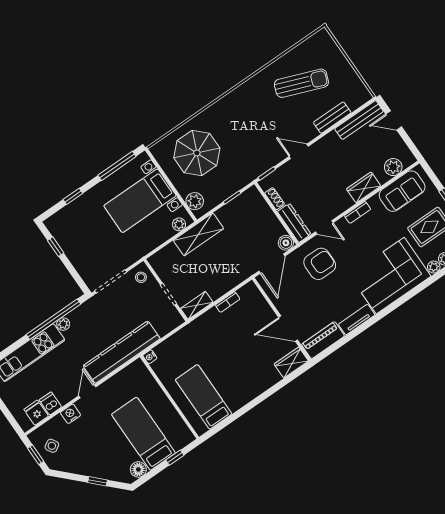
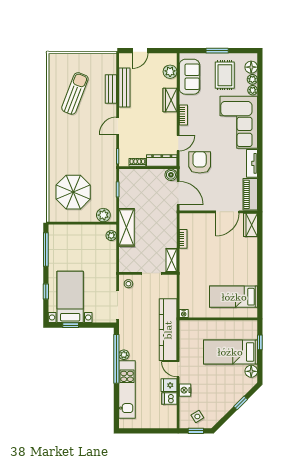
bench: (359, 120) -> (124, 88), moved
bed with nightstands: (140, 201) -> (70, 297), moved, turned 180
fridge: (36, 413) -> (169, 385), moved

